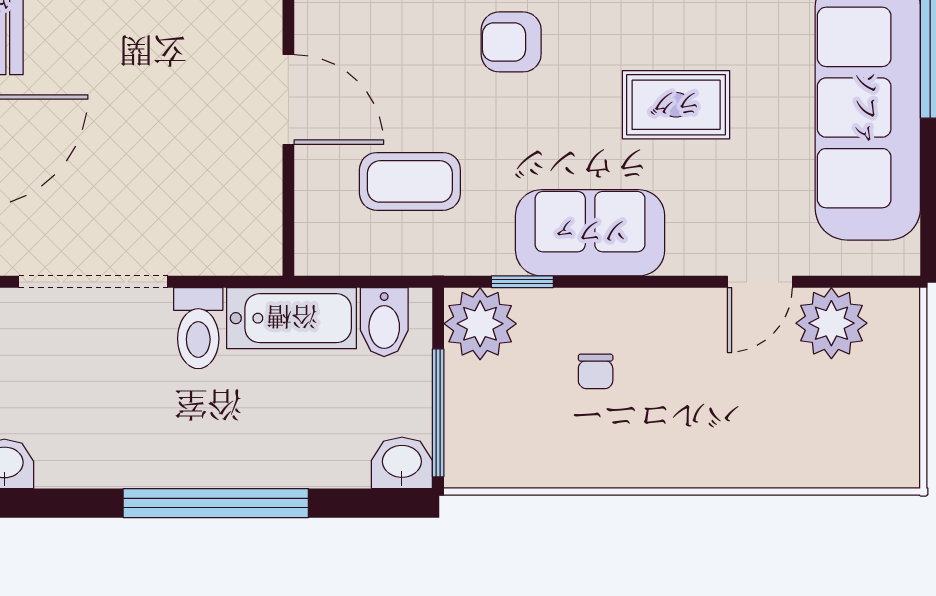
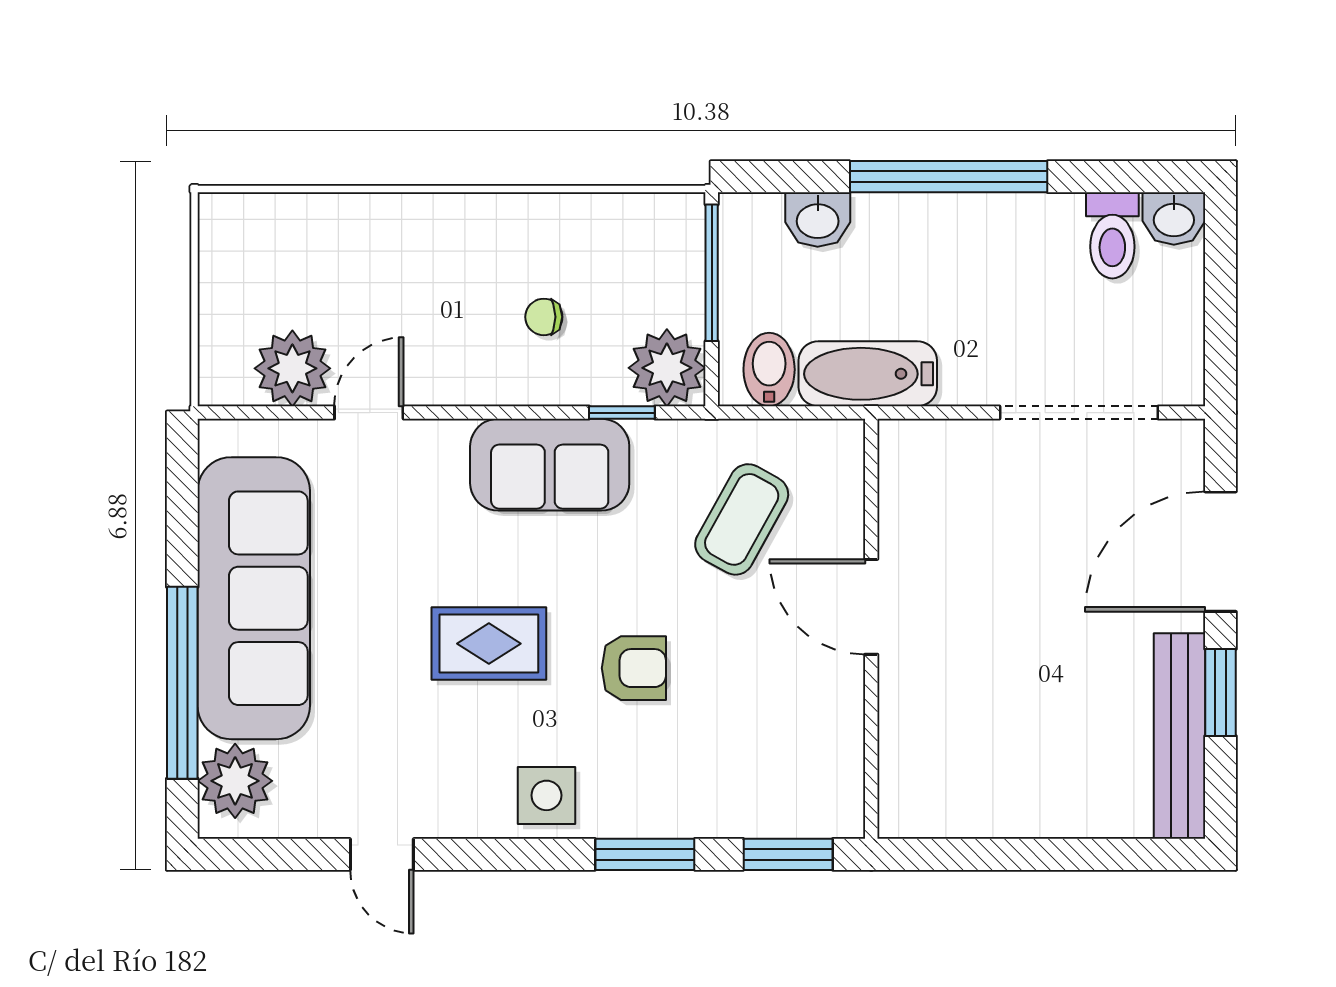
rug: (676, 105) -> (489, 644), moved
coffee table: (410, 181) -> (742, 519), turned -61
toilet: (198, 328) -> (1112, 235), moved, turned 180
chair: (596, 371) -> (544, 317), turned -90
washbasin: (402, 463) -> (818, 220), moved

